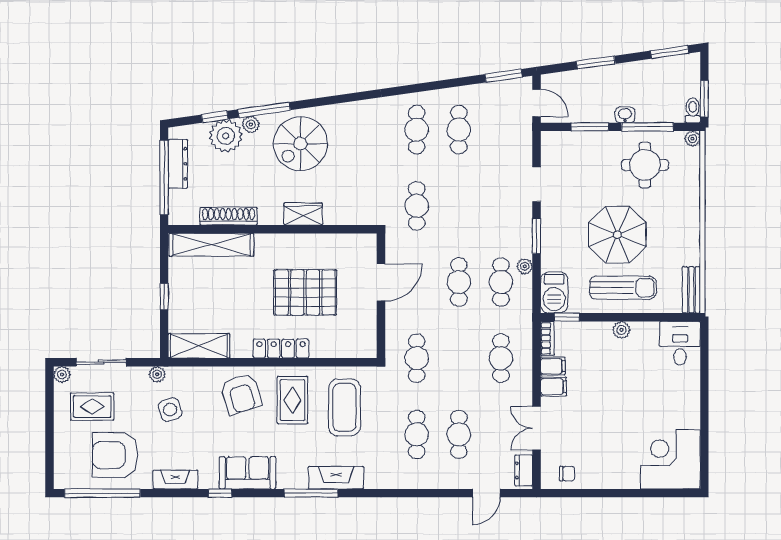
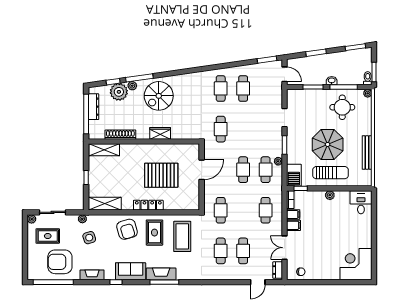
shelving: (211, 245) -> (104, 150), width x0.68
bench: (691, 290) -> (367, 153), moved, width x1.36
fireplace: (336, 478) -> (161, 274), moved

